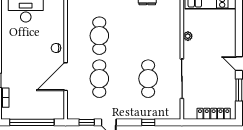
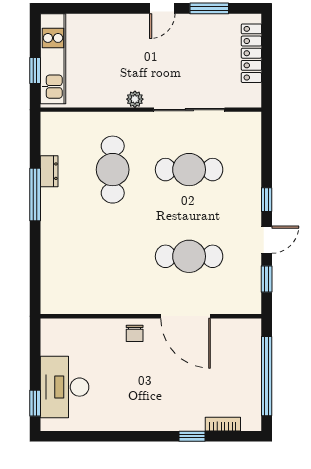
cafe table: (99, 36) -> (113, 170), moved, turned 90
plant: (188, 36) -> (135, 99), moved
window: (148, 122) -> (267, 200), moved

